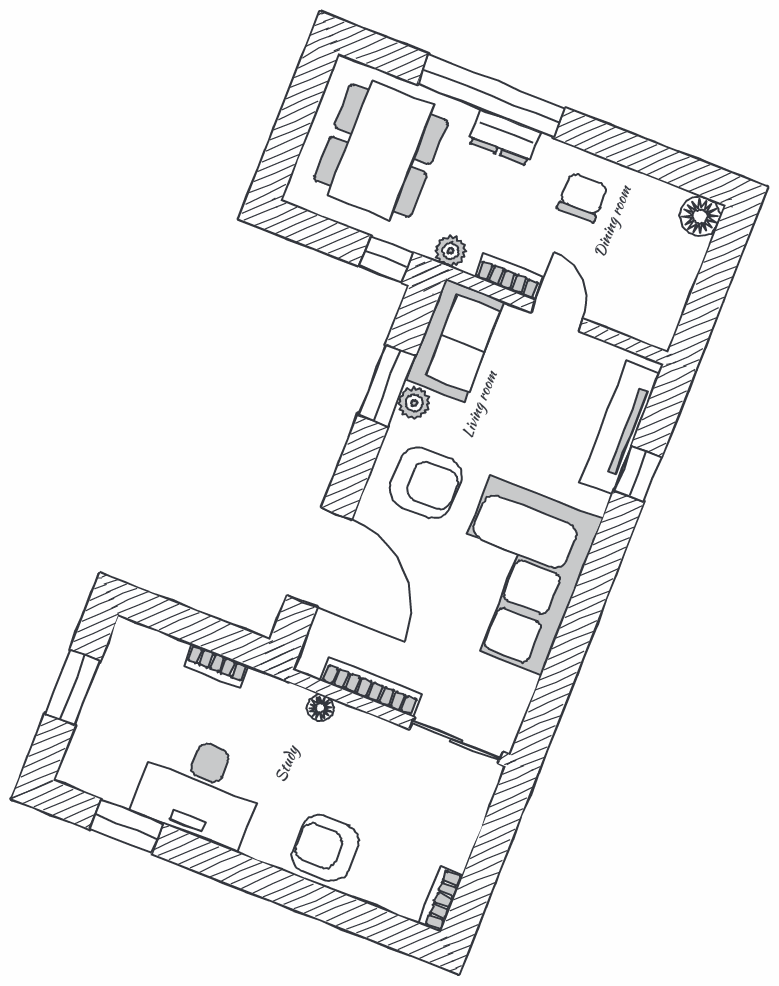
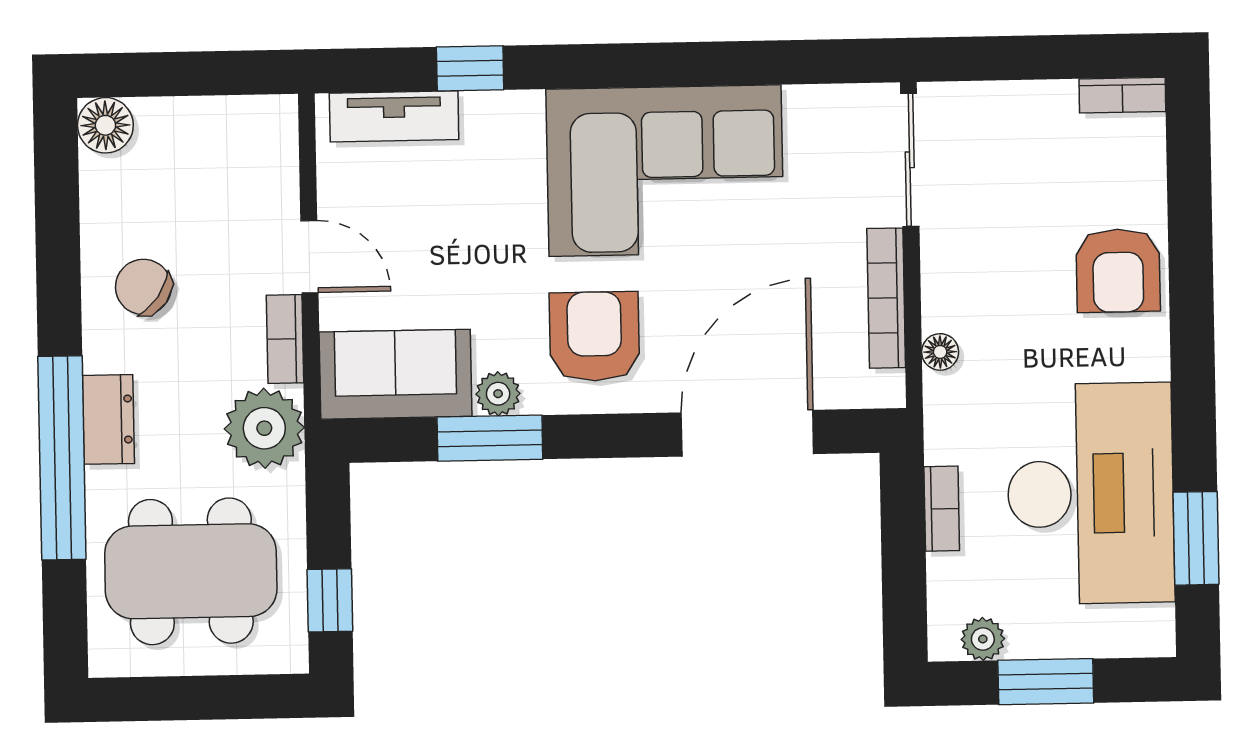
chair: (582, 197) -> (143, 287), turned 35
plant: (451, 251) -> (264, 428), width x1.87, depth x1.87
window: (386, 259) -> (330, 600), moved
door: (557, 316) -> (309, 257), swing flipped
tv unit: (620, 428) -> (394, 116), width x0.71
plant: (118, 657) -> (983, 639), added
desk: (200, 789) -> (1091, 493), width x1.36, depth x1.30

